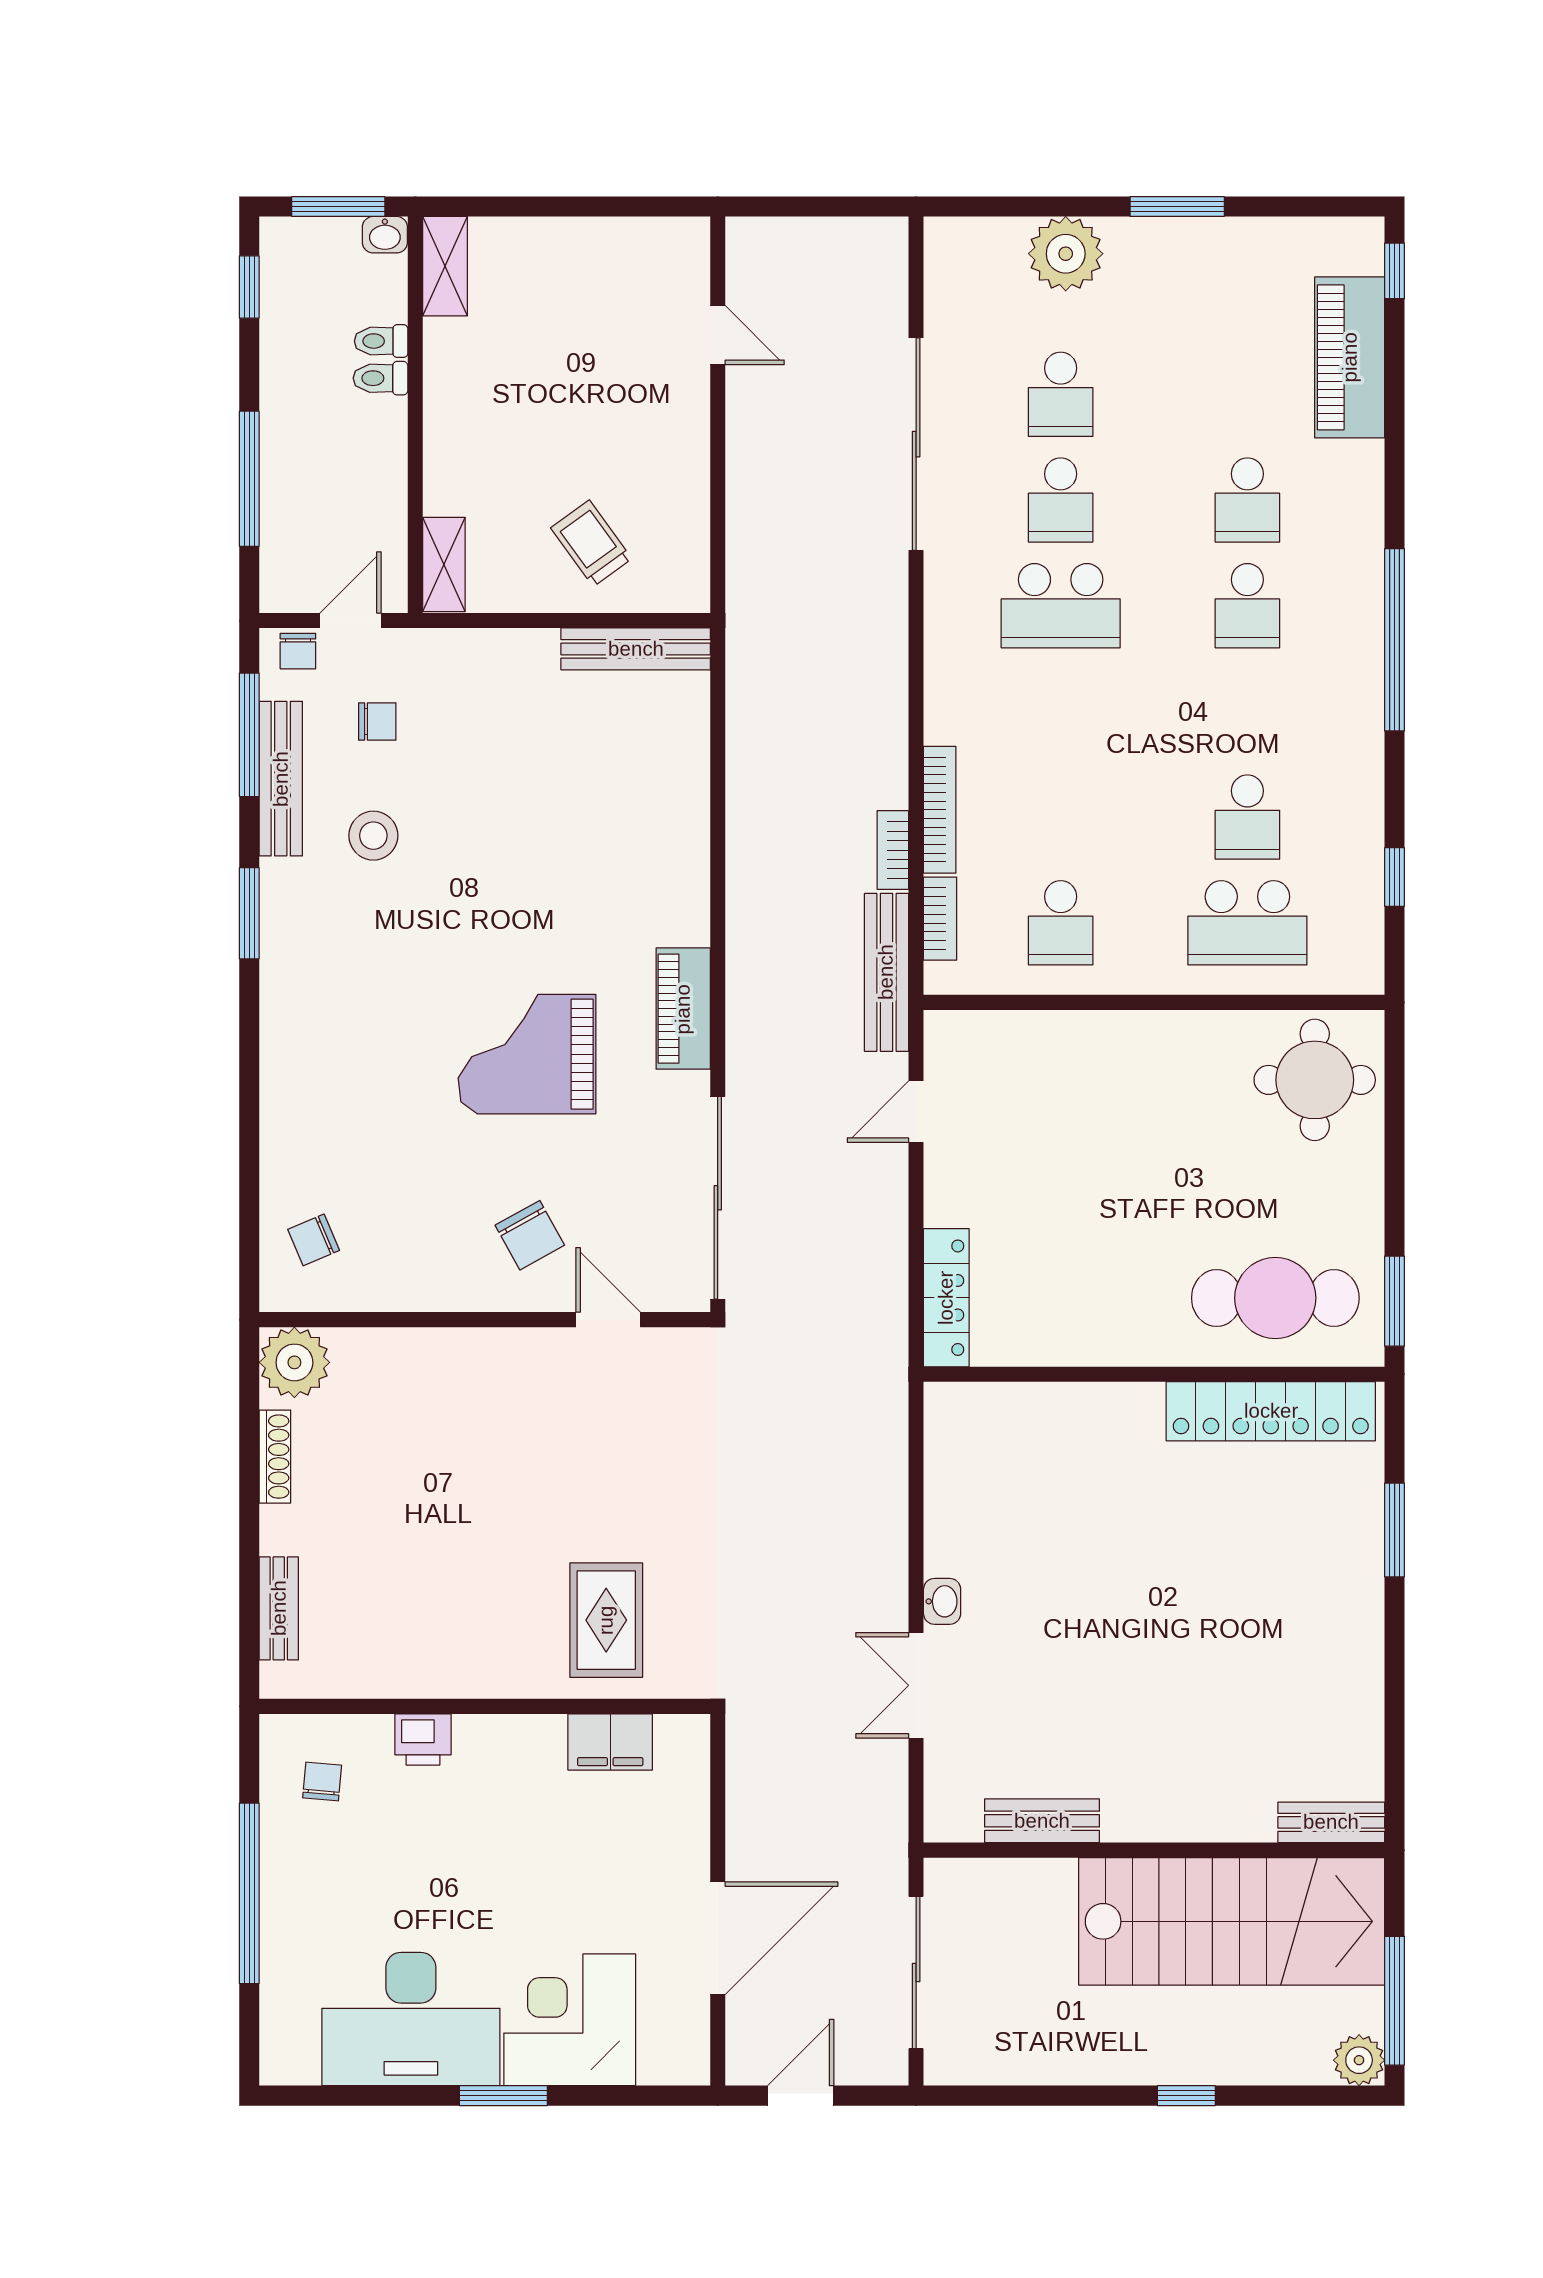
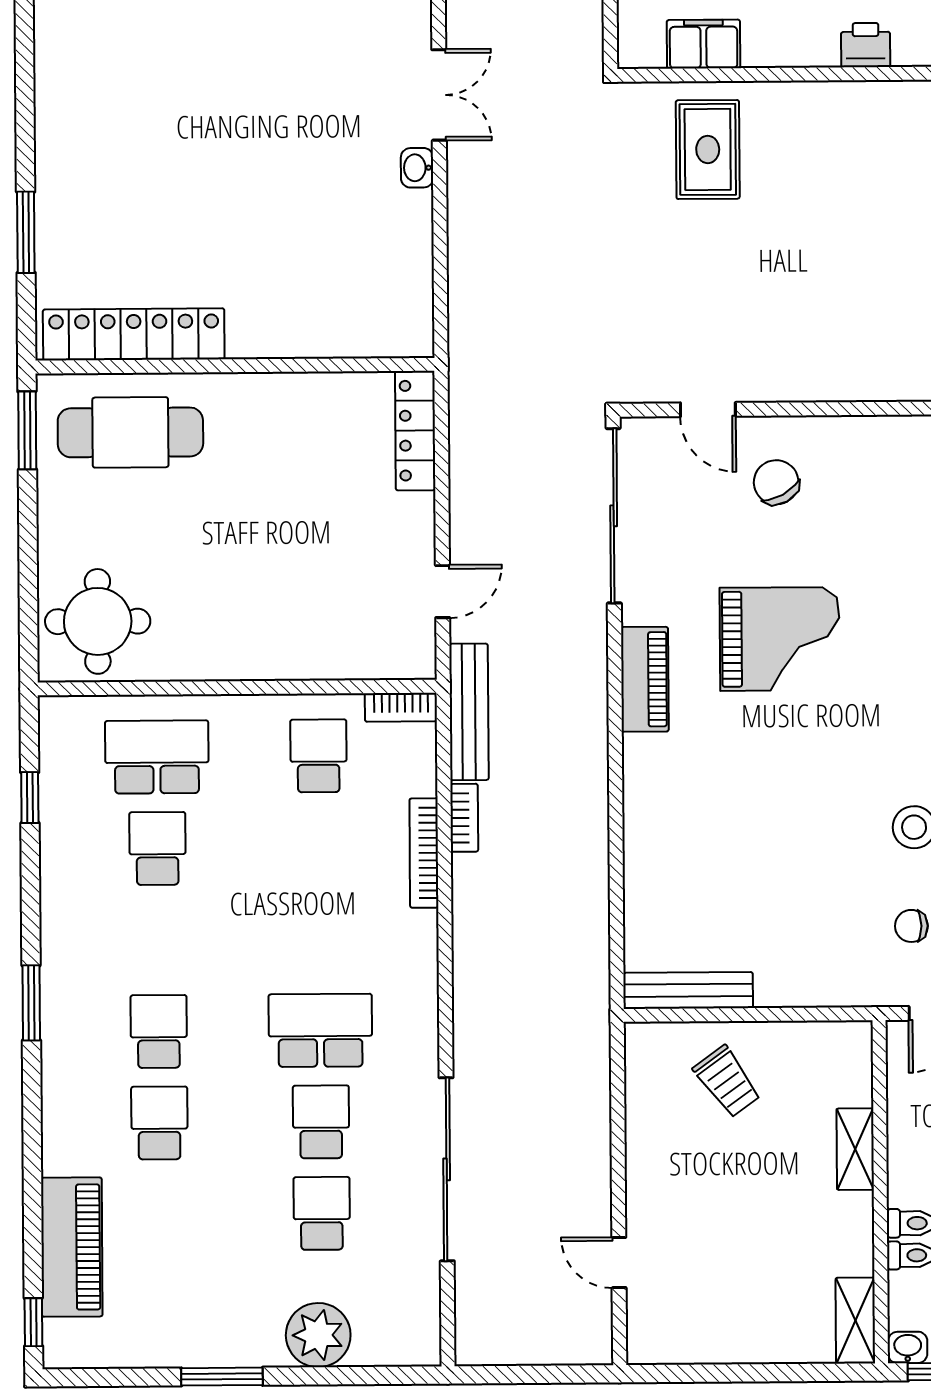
shelving: (444, 565) -> (855, 1149), moved
window: (1395, 640) -> (31, 1003), width x0.47
bookcase: (940, 919) -> (401, 707), moved, turned -90

